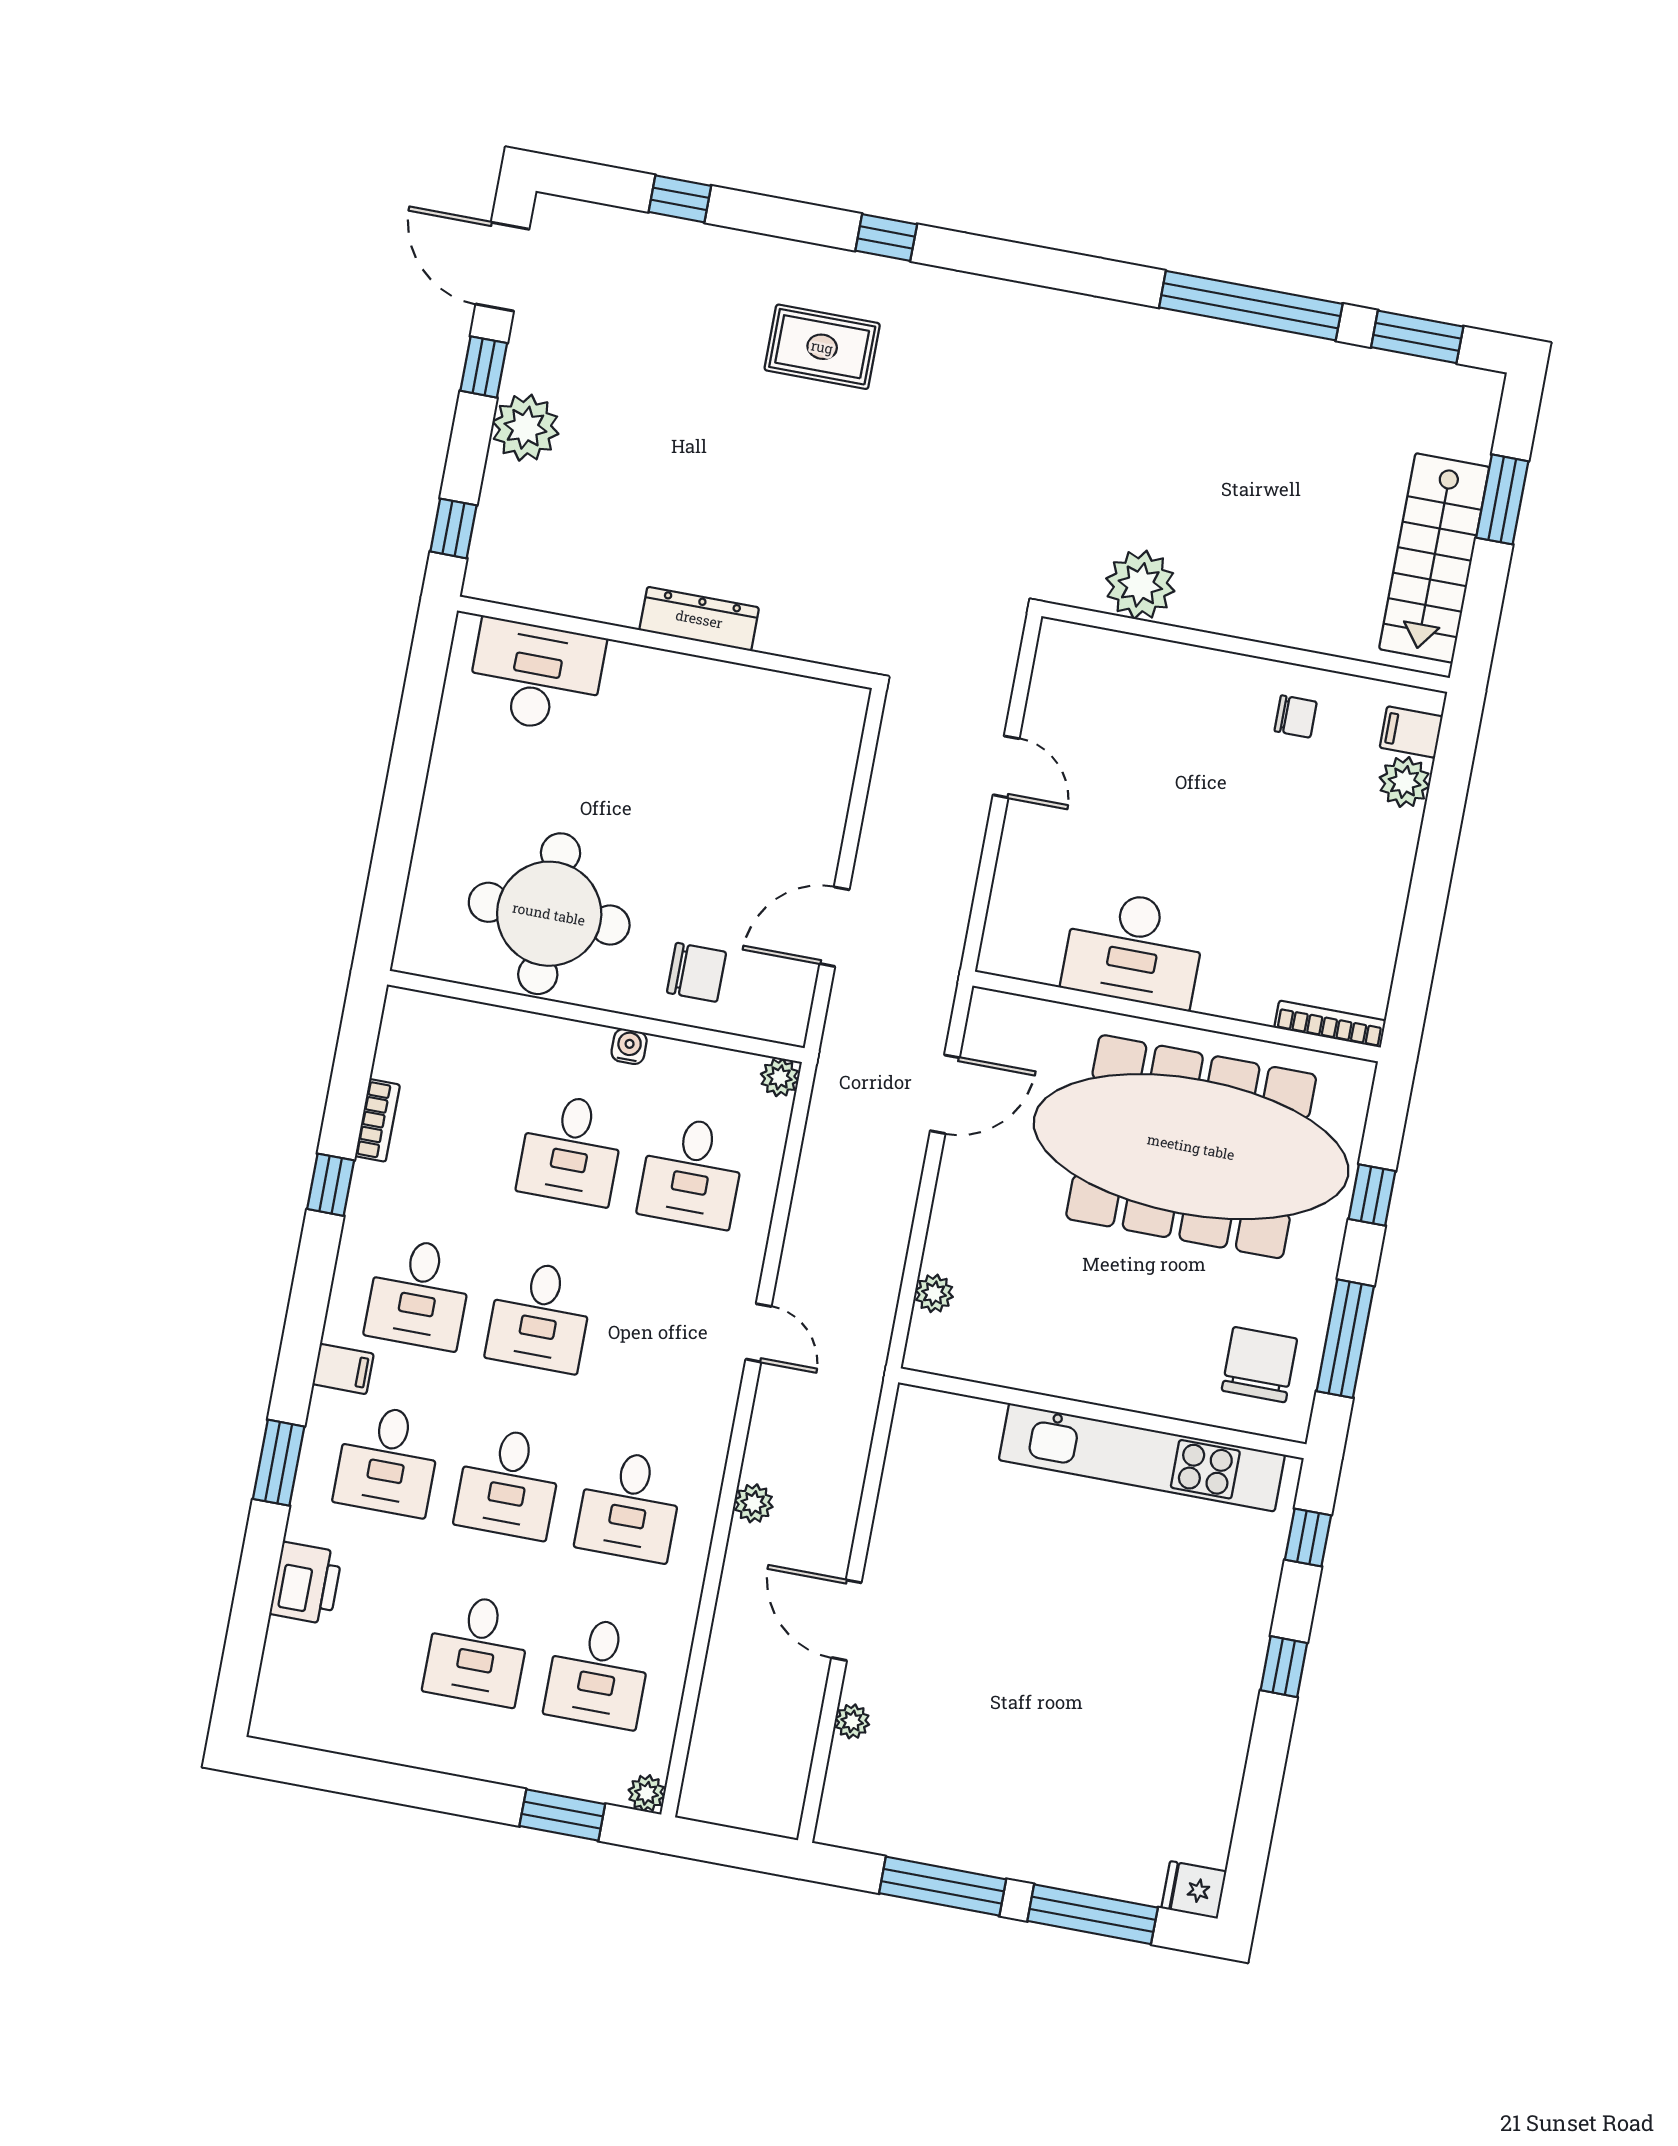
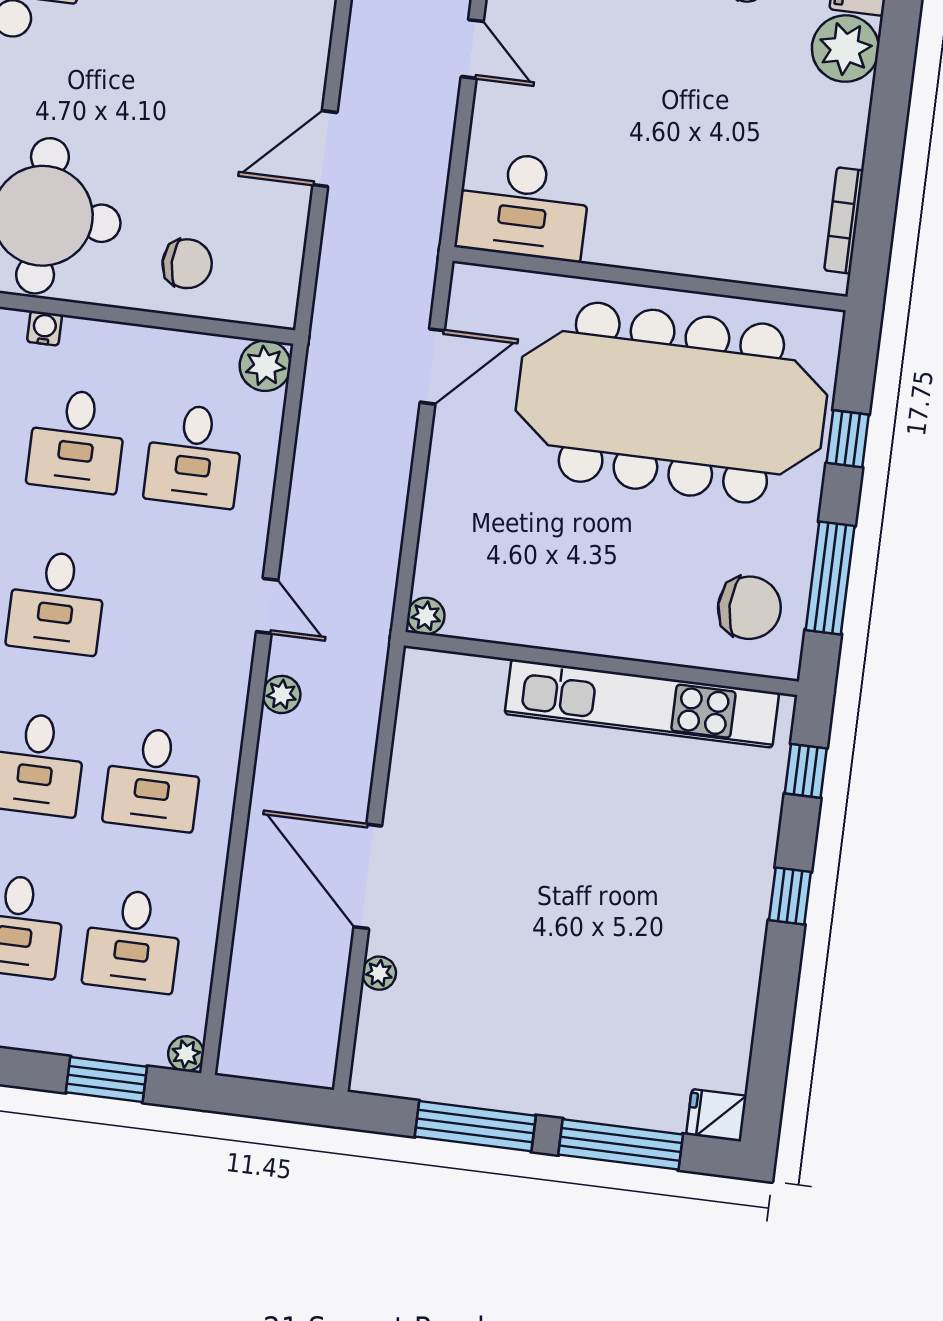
plant: (1405, 782) -> (845, 49), width x1.36, depth x1.36
door: (835, 927) -> (325, 149), moved
desk: (1134, 949) -> (523, 206), moved
bookcase: (1330, 1024) -> (844, 220), moved, turned -90
water cooler: (629, 1046) -> (45, 328), moved
plant: (780, 1077) -> (265, 366), width x1.38, depth x1.38
plant: (934, 1293) -> (426, 616), moved
chair: (1259, 1365) -> (749, 608), turned 90
plant: (754, 1503) -> (282, 694), moved
door: (846, 1620) -> (368, 876), width x1.36

